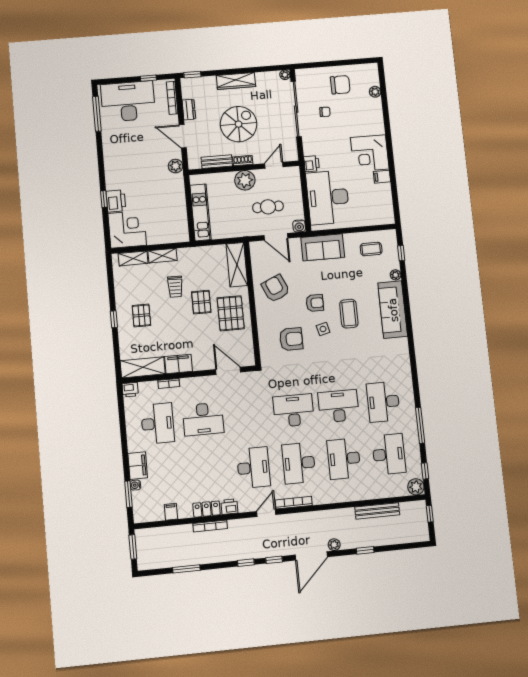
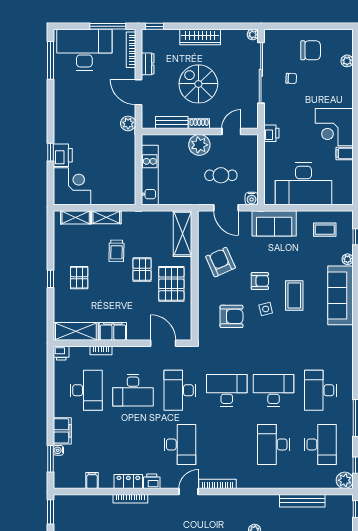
window: (148, 78) -> (108, 26), width x2.17
spiral stairs: (239, 124) -> (198, 84), turned -90
desk: (328, 197) -> (304, 184), moved, turned -90
desk: (299, 463) -> (180, 390), moved

